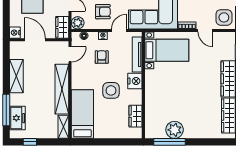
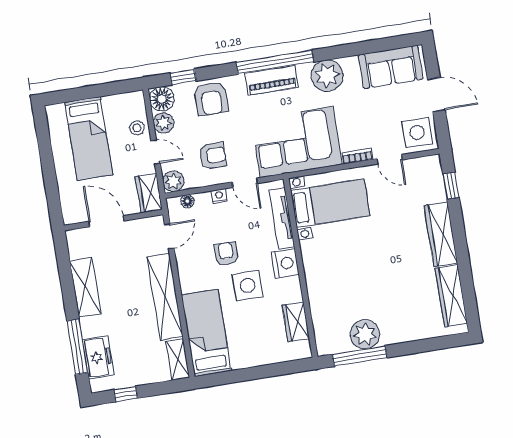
door: (119, 30) -> (245, 183), swing flipped
nightstand: (15, 33) -> (71, 215), removed
armchair: (102, 57) -> (226, 254), moved

